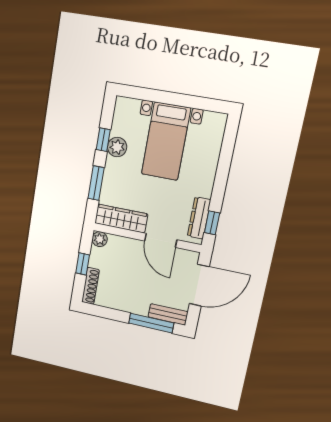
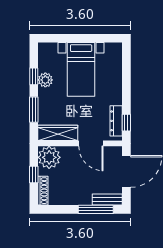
plant: (100, 239) -> (49, 157), width x1.87, depth x1.87

